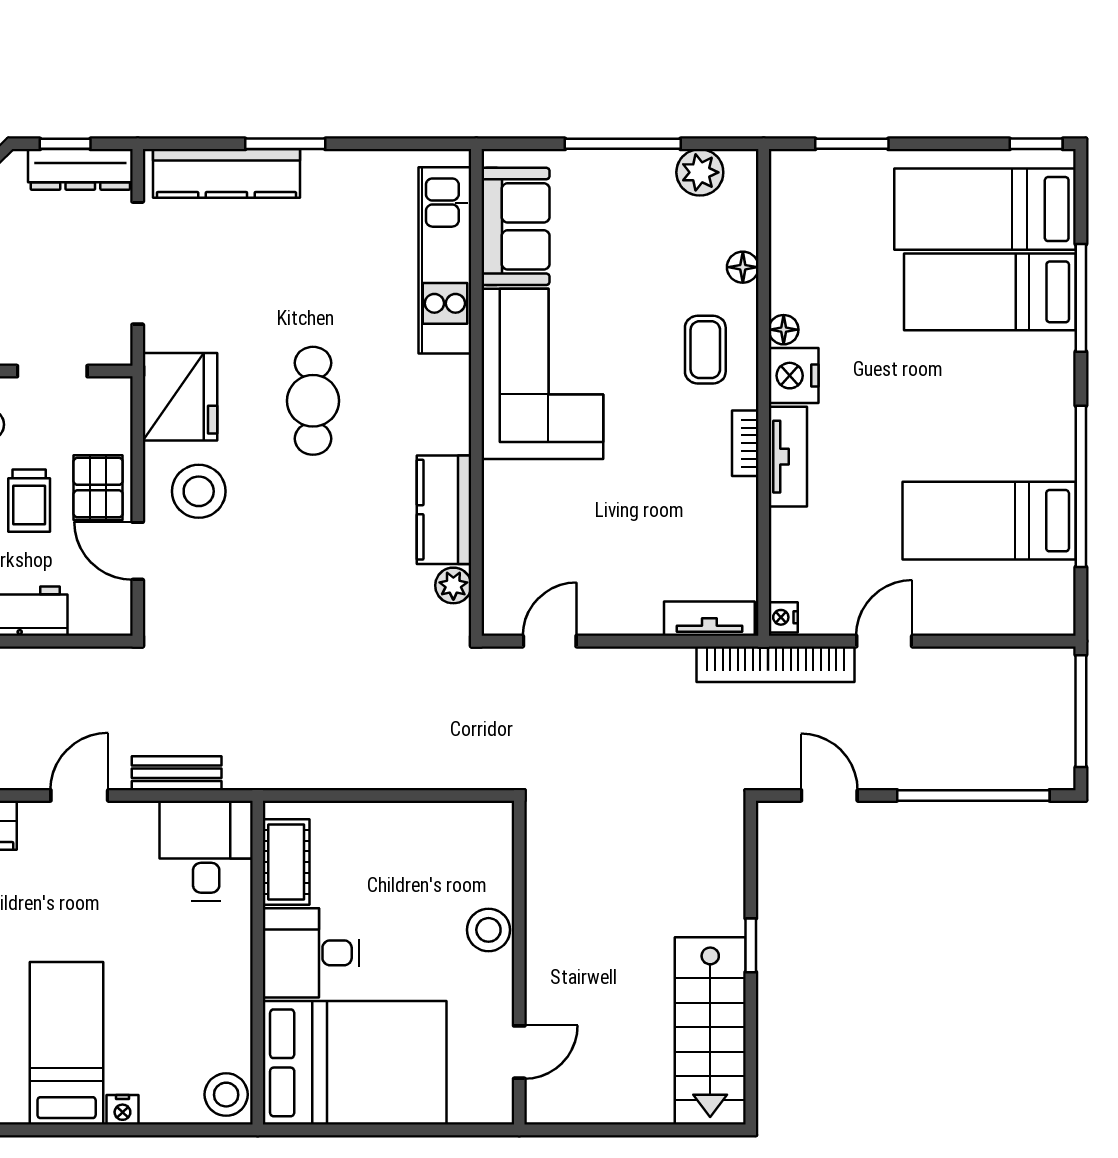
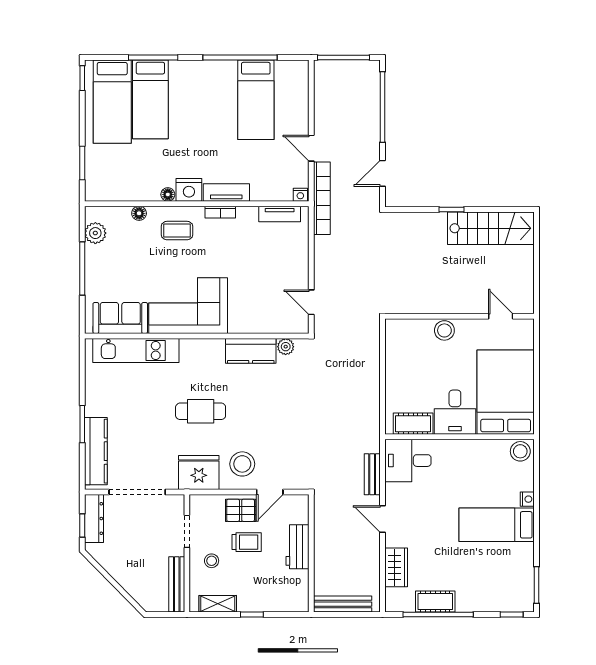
tv unit: (709, 619) -> (280, 214), moved, turned -90

